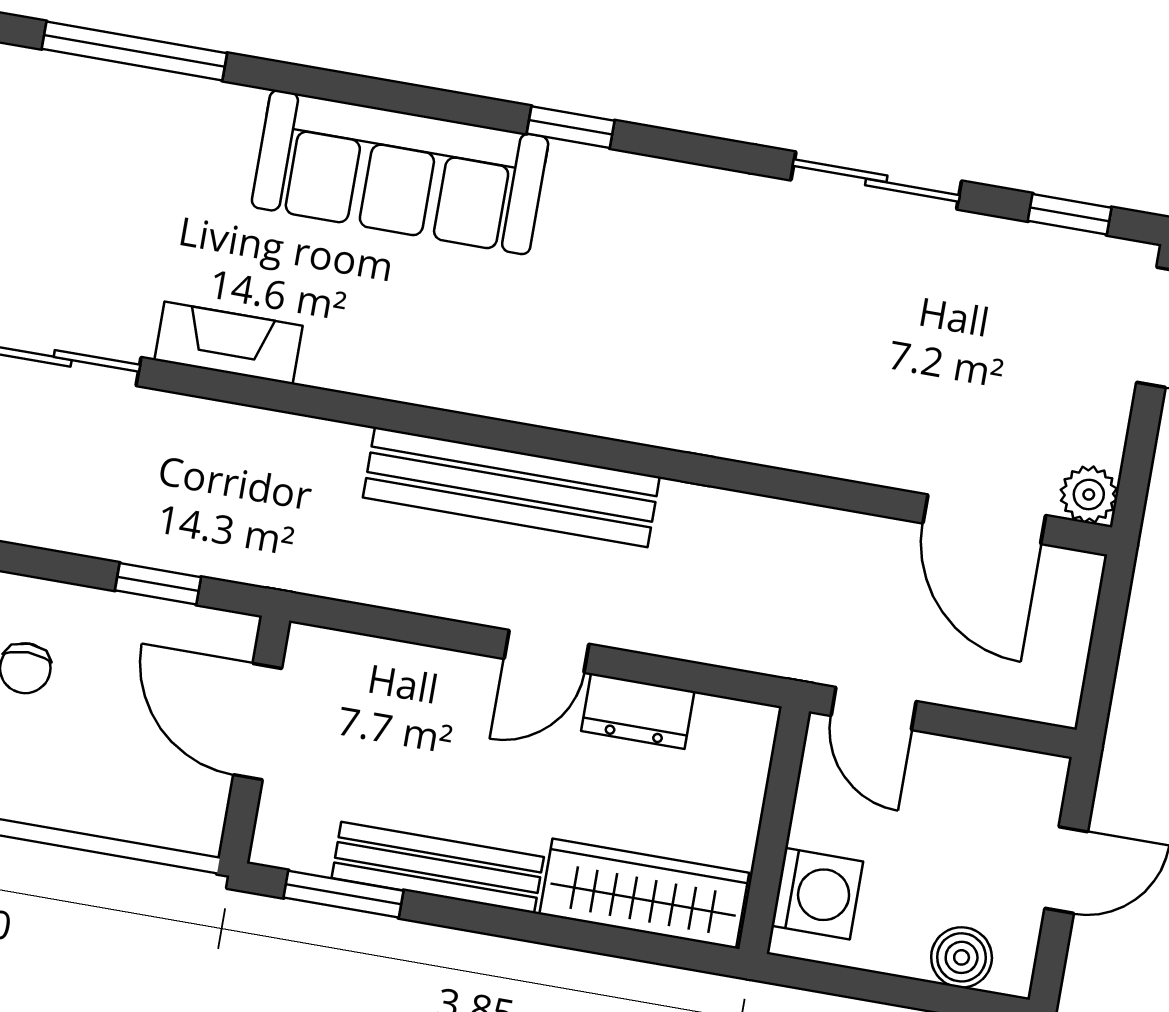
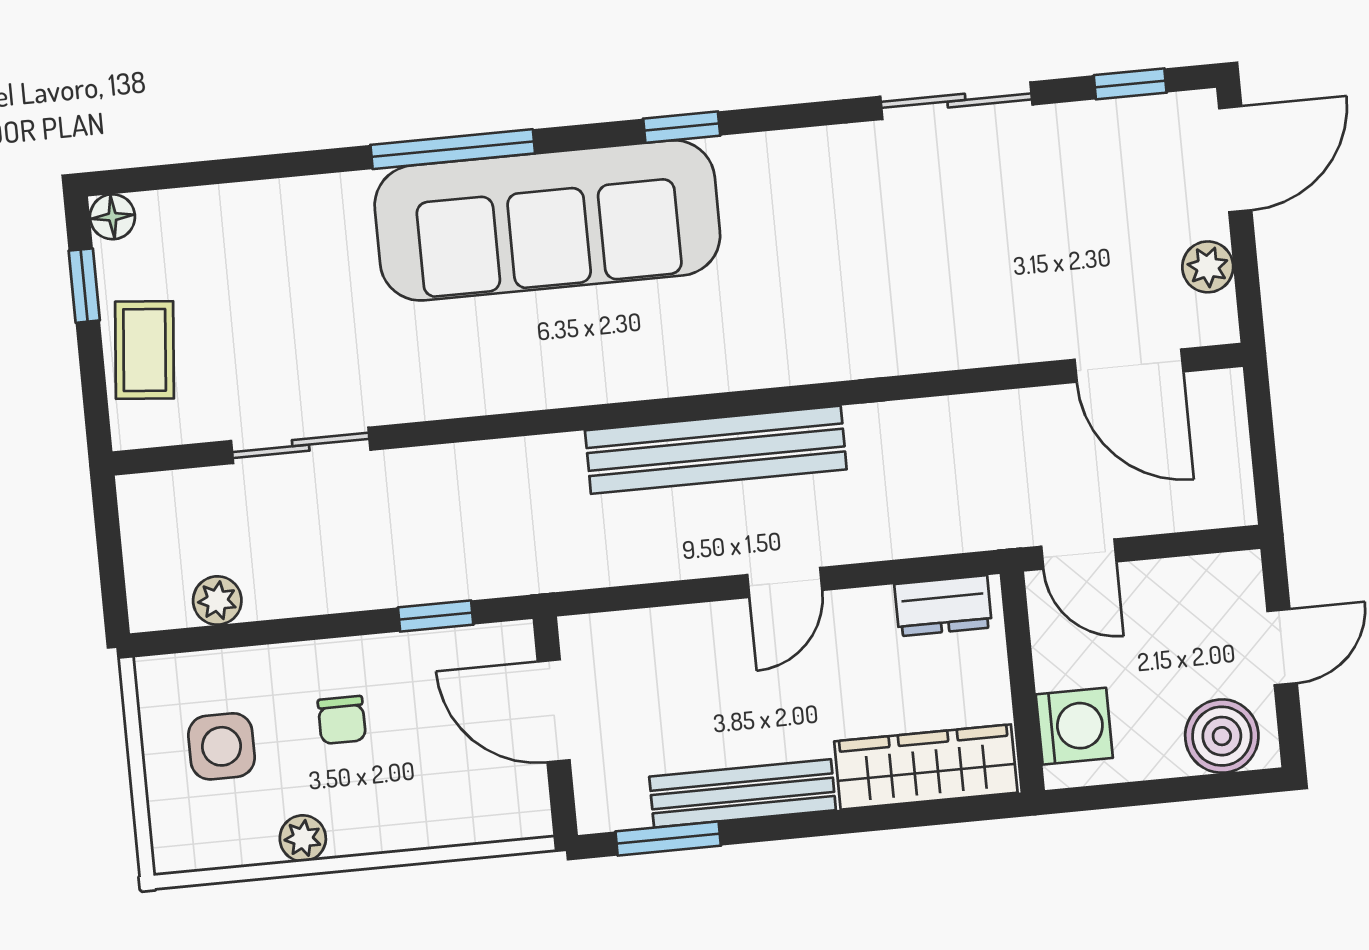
window: (134, 51) -> (453, 149), moved
sofa: (400, 172) -> (547, 220), width x1.36, depth x1.27
fireplace: (228, 343) -> (439, 393), removed
plant: (1089, 495) -> (1208, 267), moved
dresser: (638, 711) -> (943, 606), moved
boiler: (962, 957) -> (1222, 736), width x1.36, depth x1.36

